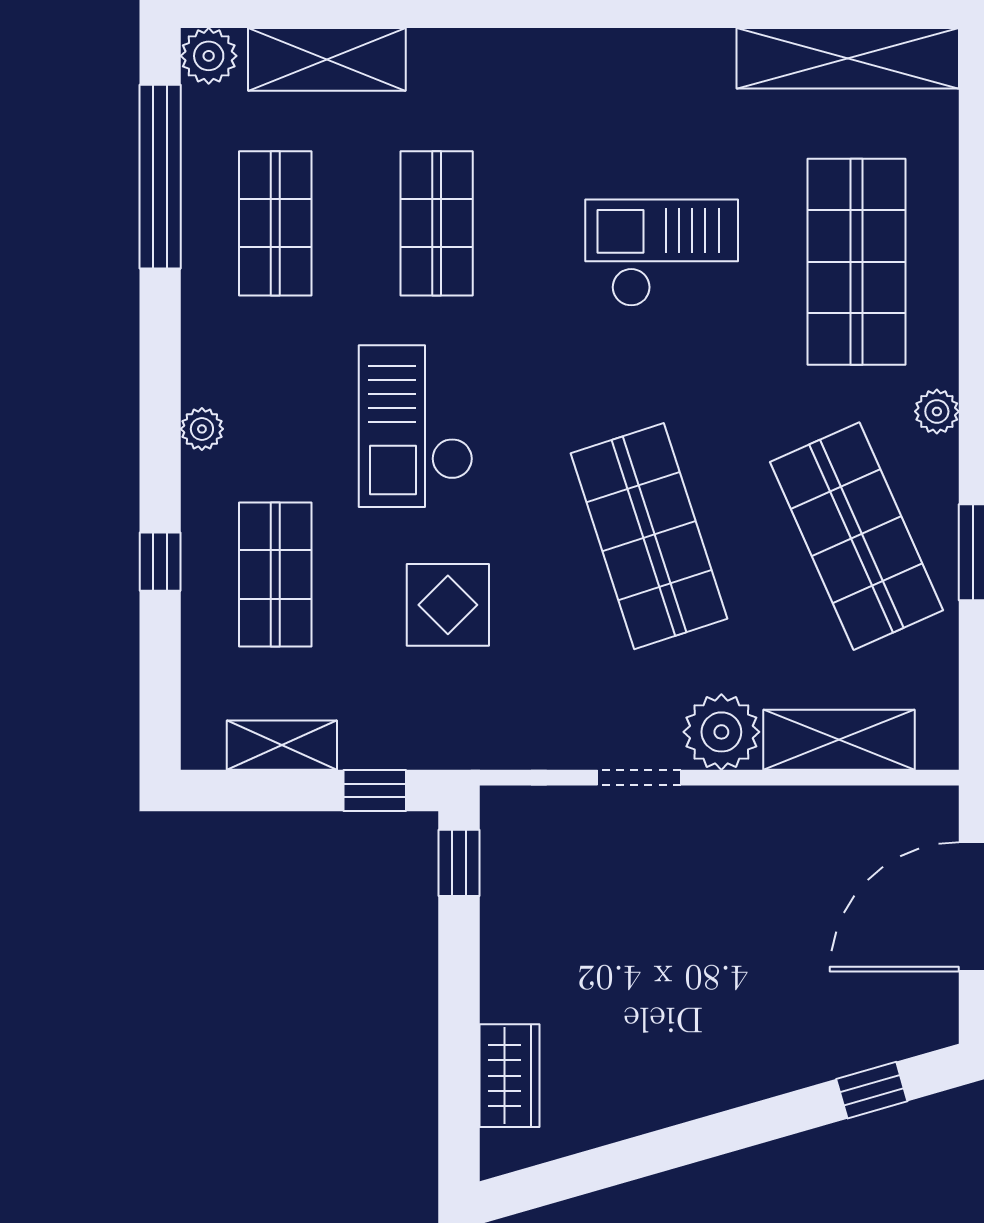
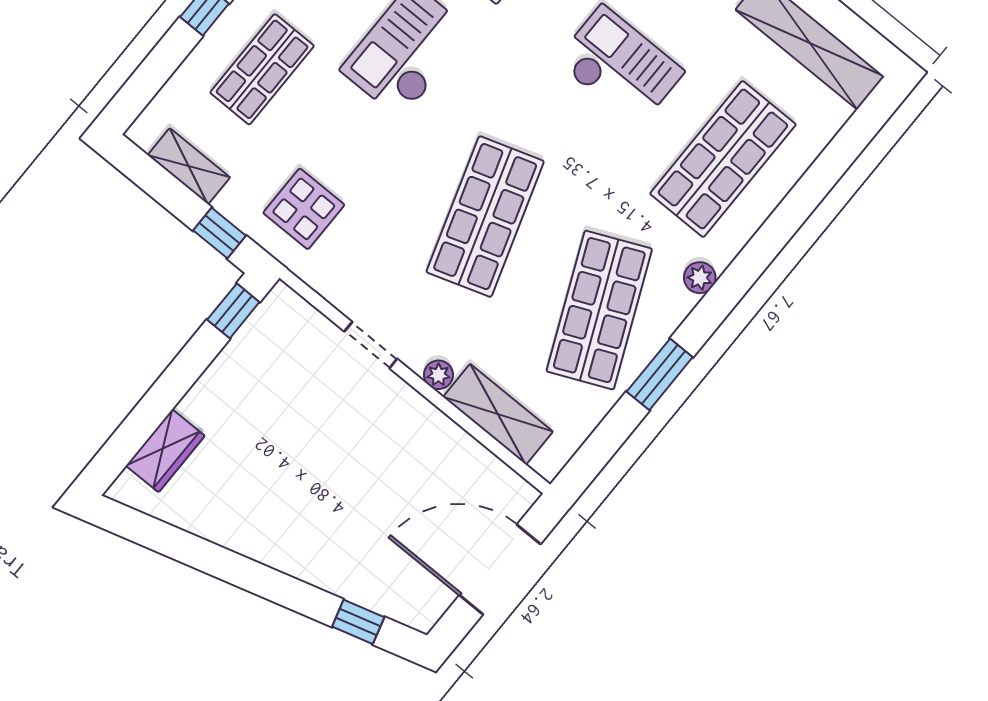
display table: (448, 605) -> (304, 209), moved
plant: (721, 732) -> (438, 375), width x0.53, depth x0.53

